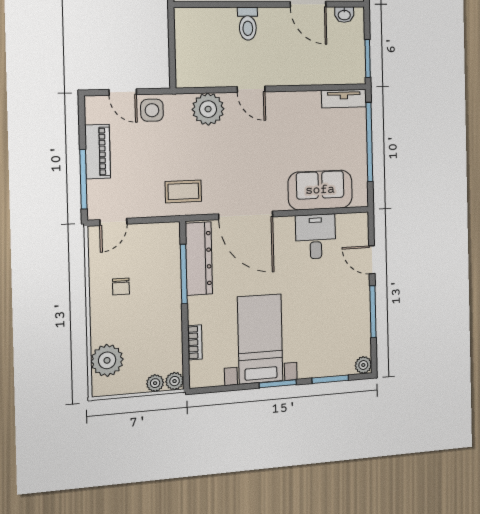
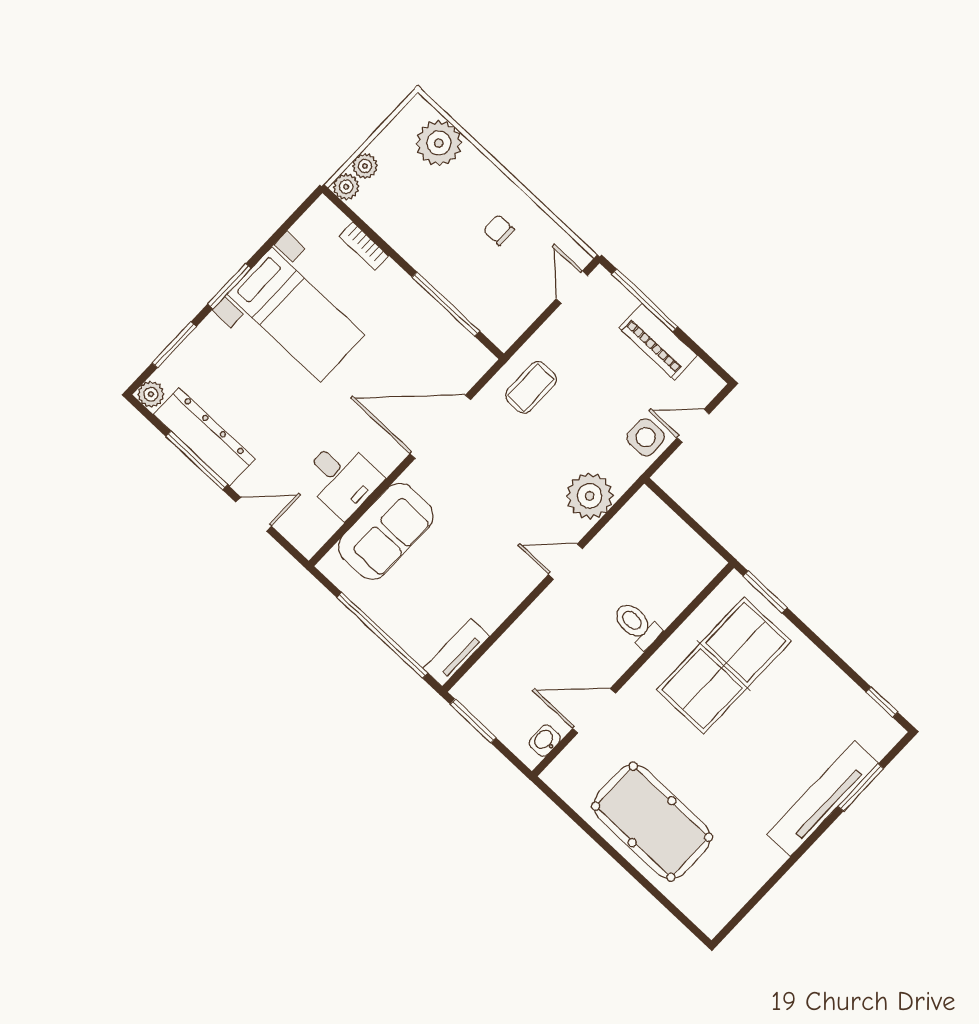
dresser: (199, 259) -> (204, 437), moved, turned 180

